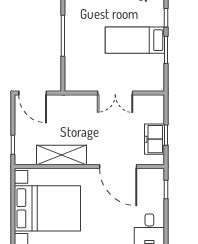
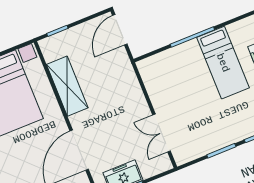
bed: (135, 40) -> (223, 63), moved, turned 180
double door: (115, 93) -> (162, 133), moved

